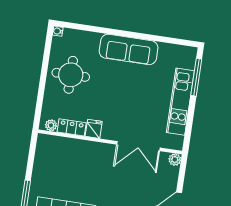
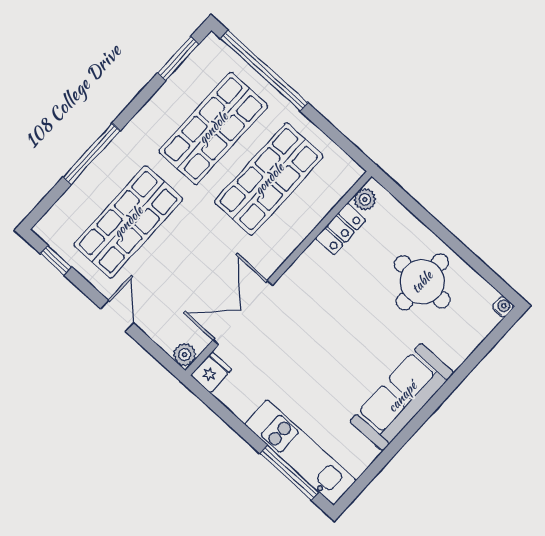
kitchen unit: (180, 102) -> (300, 452), moved
fridge: (94, 129) -> (211, 372), moved, turned -90
shop shelf: (71, 175) -> (269, 179), added

